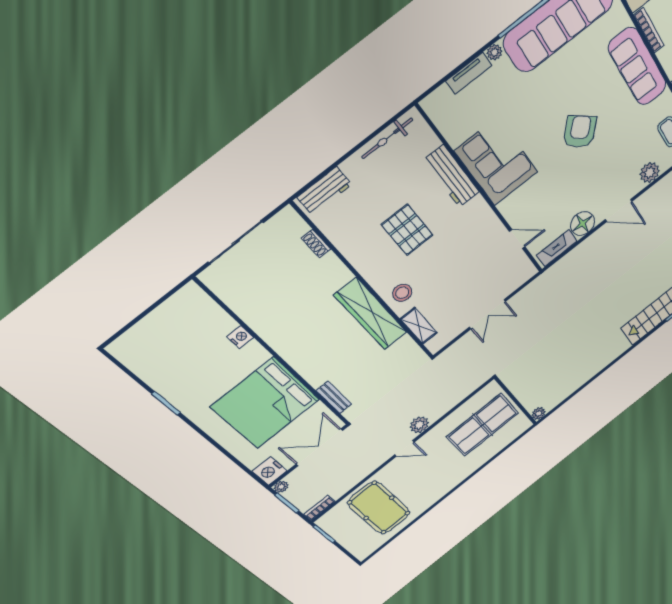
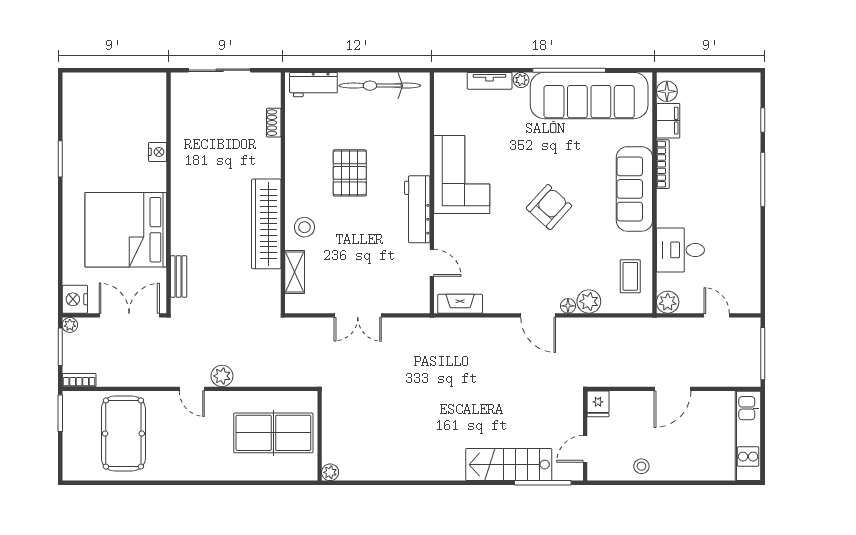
bicycle: (387, 138) -> (380, 86), width x1.37, depth x1.40
workbench: (452, 176) -> (417, 209), moved
floor lamp: (583, 223) -> (568, 306), moved, width x0.53, depth x0.53

